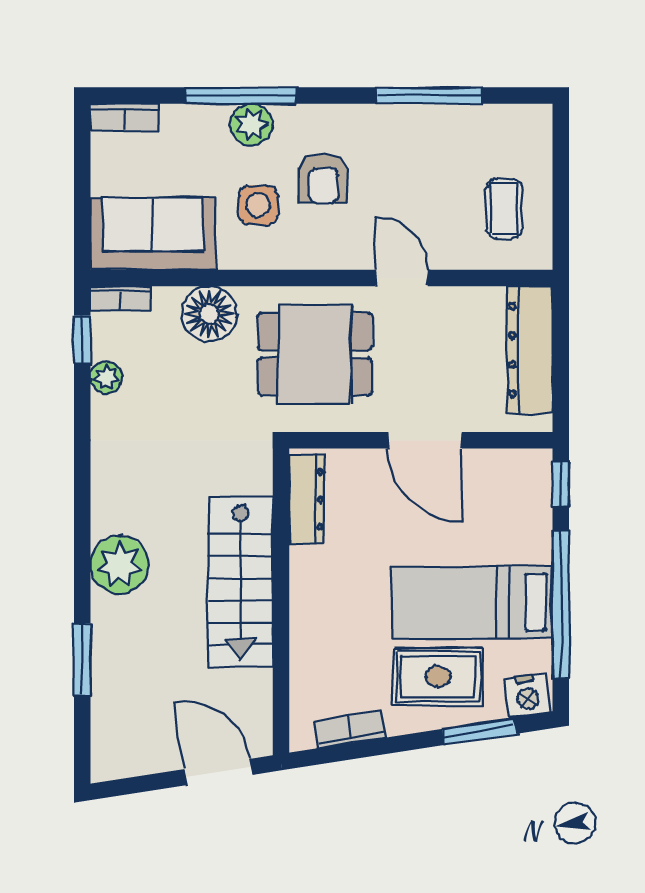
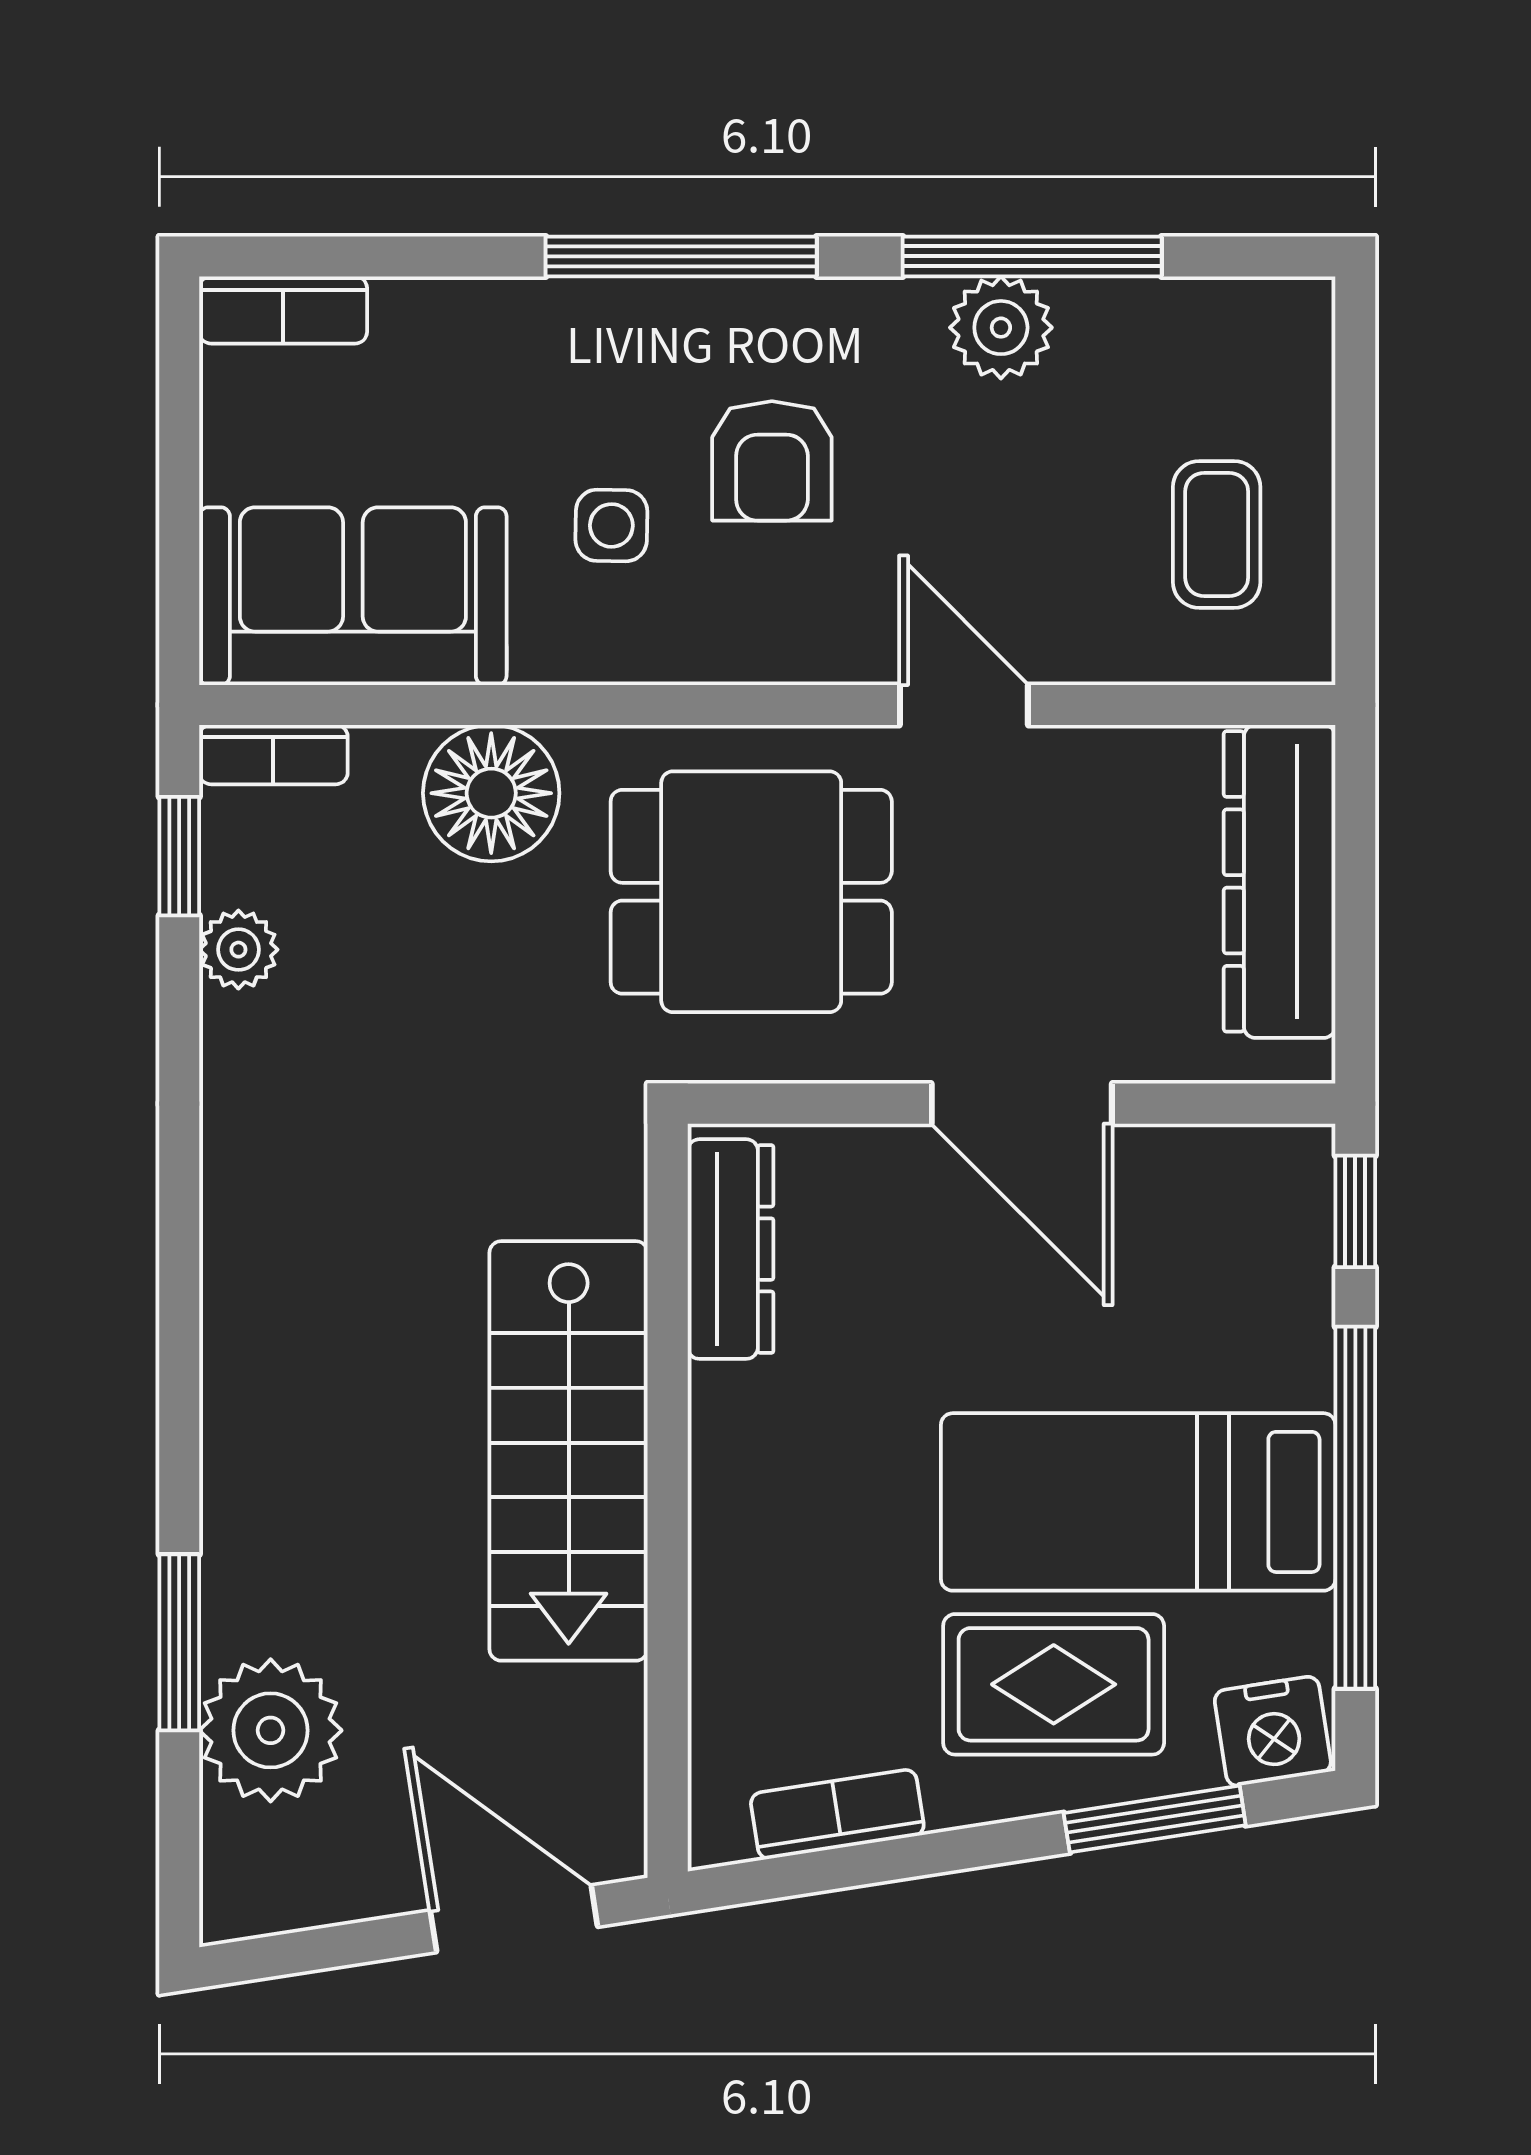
window: (240, 96) -> (681, 256), moved
plant: (251, 125) -> (1001, 328), moved
side table: (258, 205) -> (611, 525), width x0.73, depth x0.73
plant: (119, 565) -> (271, 1730), moved

